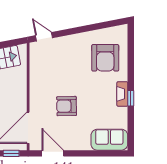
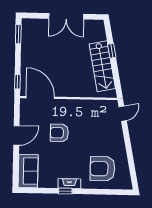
armchair: (67, 106) -> (59, 133), turned -89
door: (53, 153) -> (16, 135), moved

